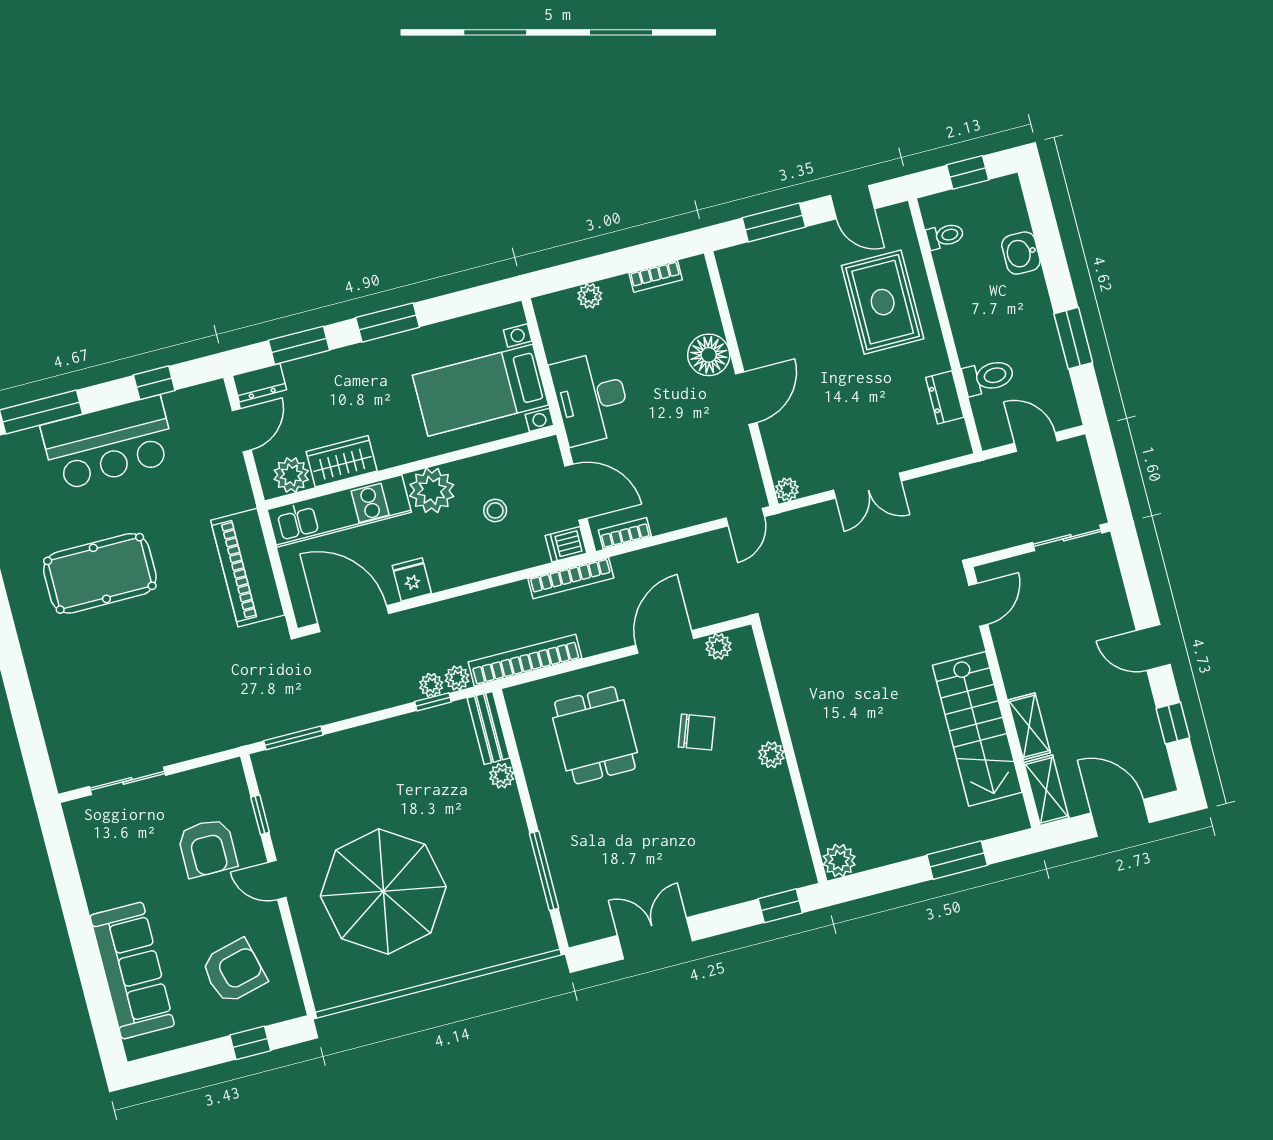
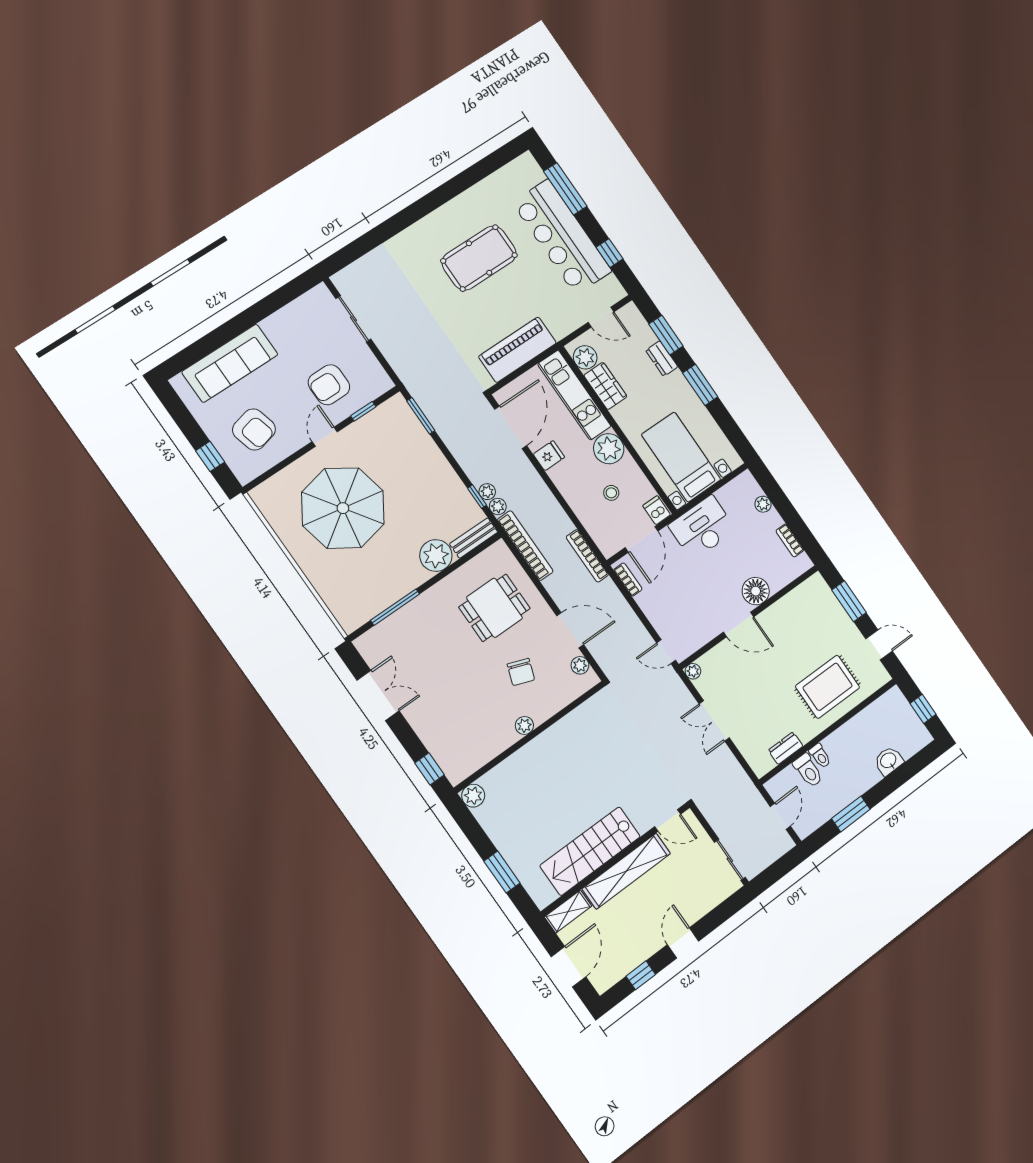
door: (852, 202) -> (879, 645), swing flipped
toilet: (945, 236) -> (820, 756), moved
dresser: (260, 383) -> (662, 359), moved
bar counter: (108, 443) -> (562, 237), width x1.36
dishwasher: (566, 544) -> (657, 510), moved
pool table: (100, 573) -> (479, 258), turned 90
shelving: (1029, 726) -> (626, 871), width x2.20, depth x1.33
plant: (502, 776) -> (436, 556), width x1.87, depth x1.87

